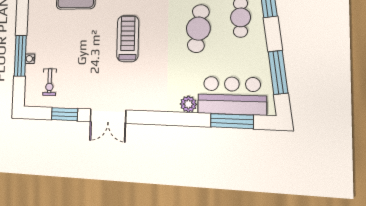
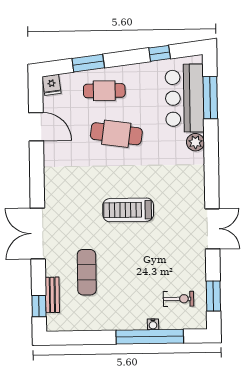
window: (20, 56) -> (150, 337), width x1.46
window: (278, 72) -> (160, 53), width x0.46
window: (65, 114) -> (213, 296), moved

